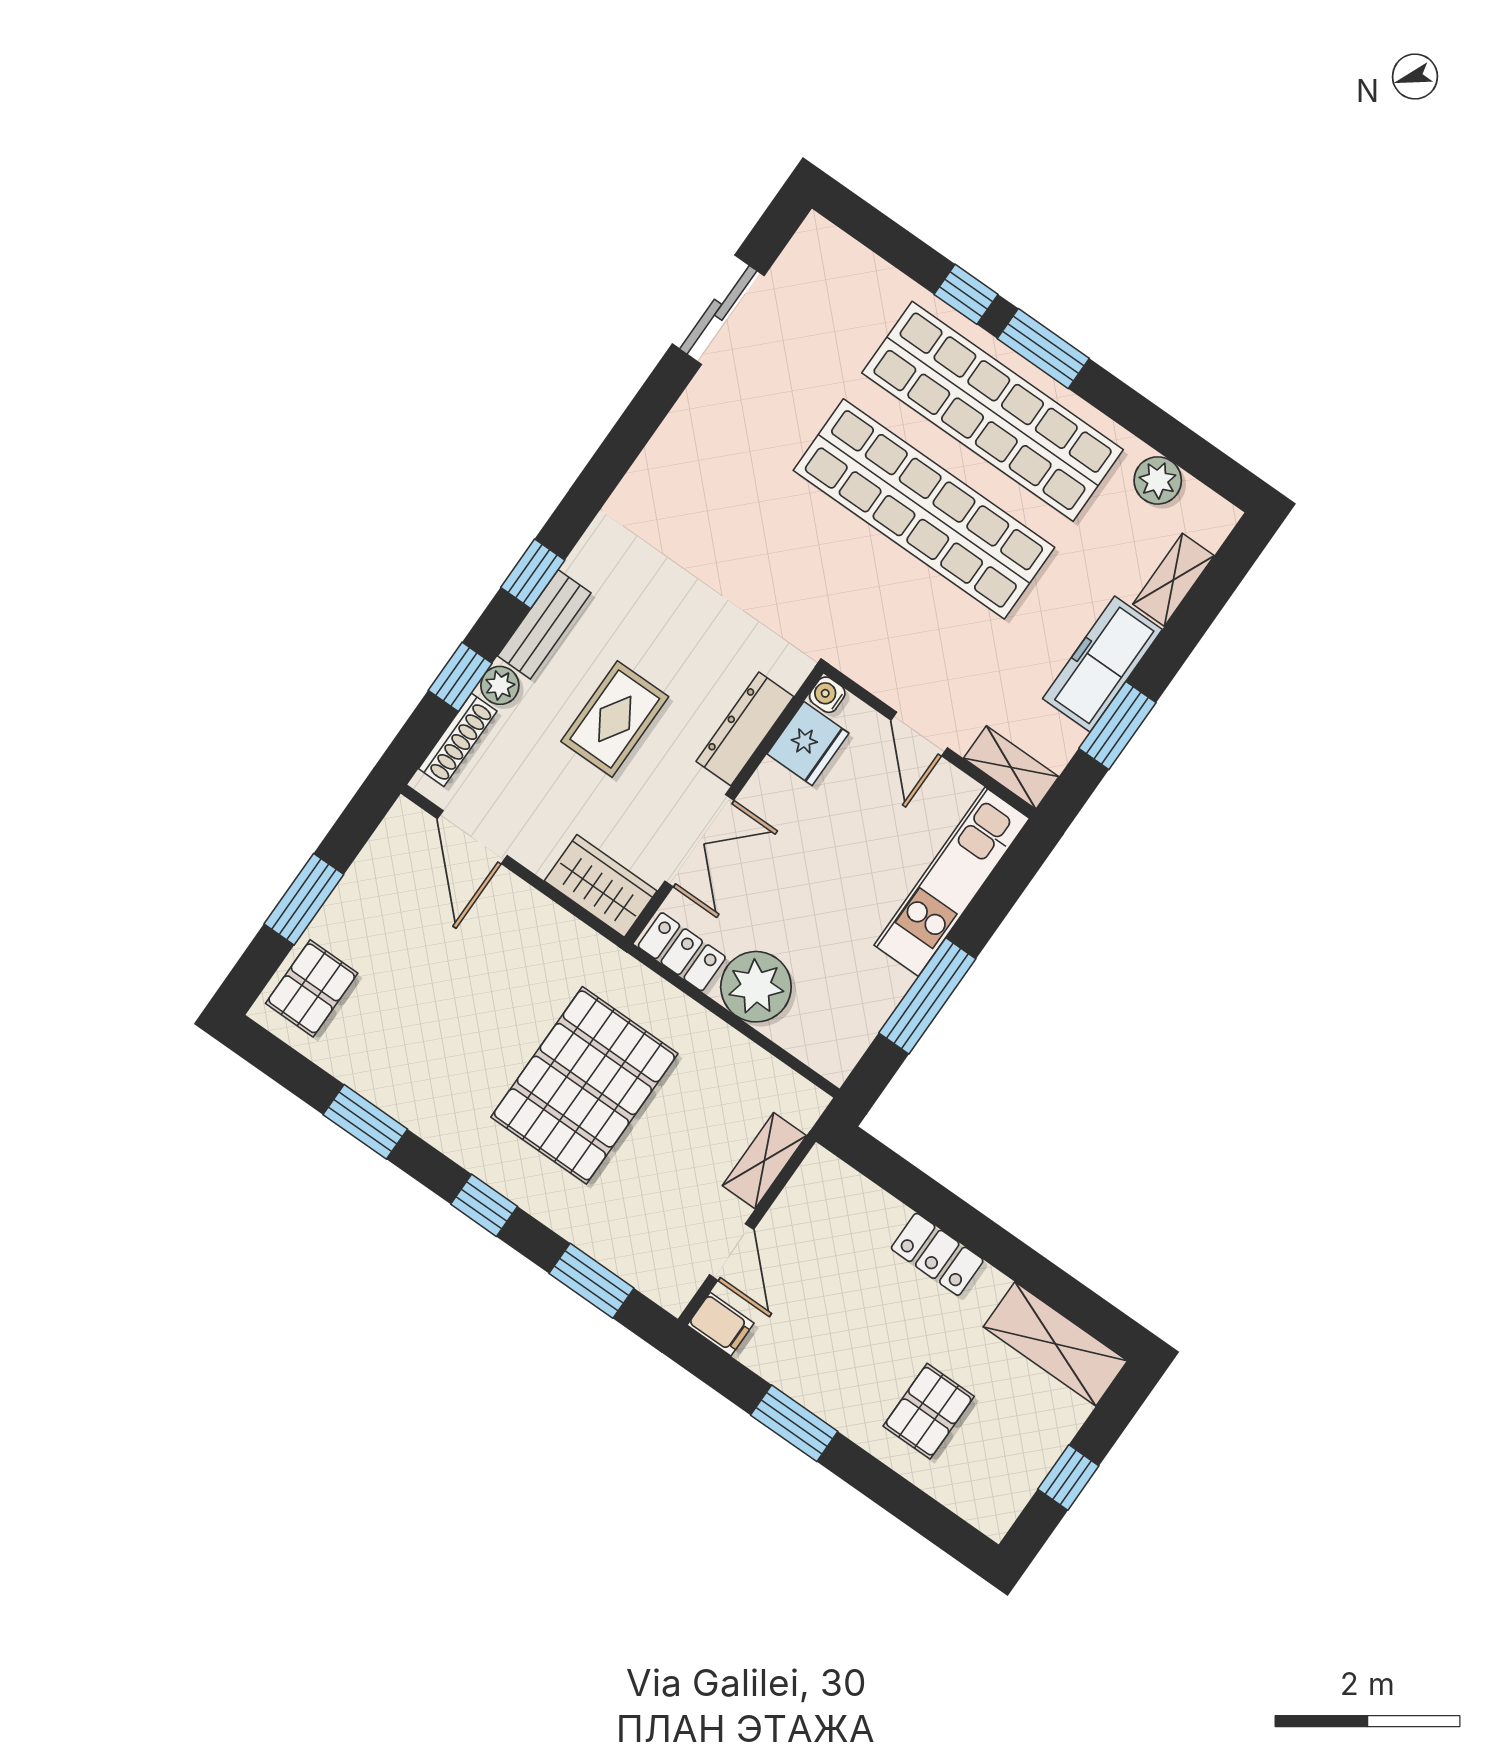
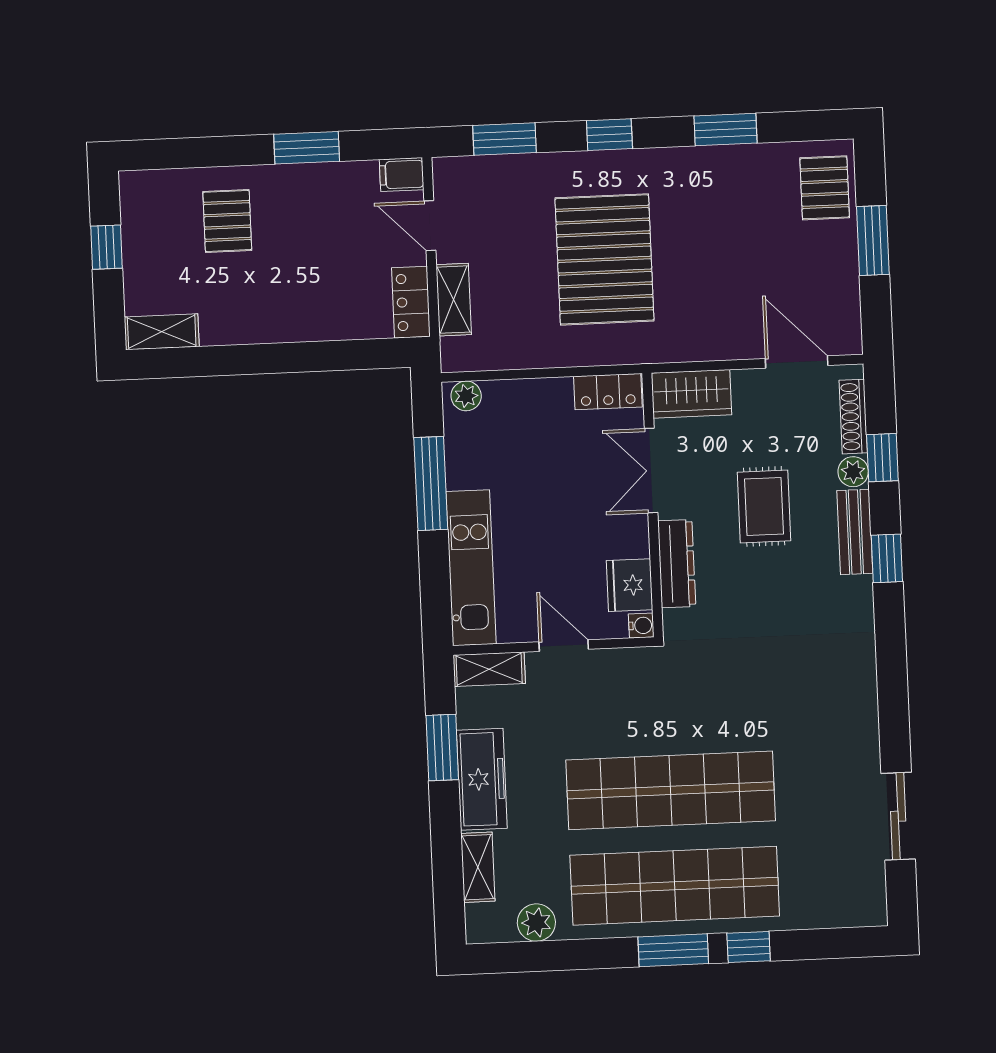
plant: (756, 987) -> (466, 396), moved, width x0.53, depth x0.53
locker: (937, 1254) -> (411, 302), moved, turned -90
shelving: (1055, 1344) -> (162, 332), width x0.67, depth x0.75

